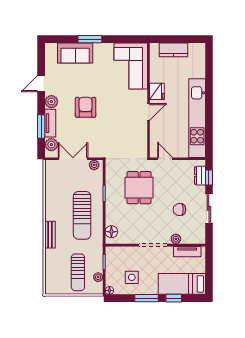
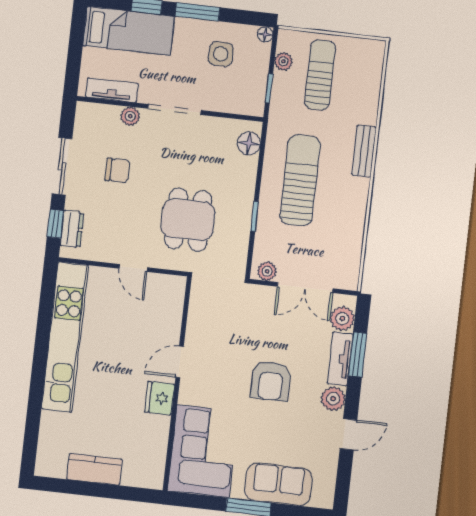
corner sofa: (131, 66) -> (203, 451), moved
fridge: (157, 91) -> (160, 398), moved
wall: (149, 100) -> (177, 384), moved
door: (149, 112) -> (180, 362), moved

